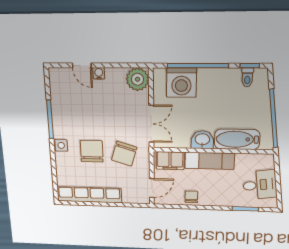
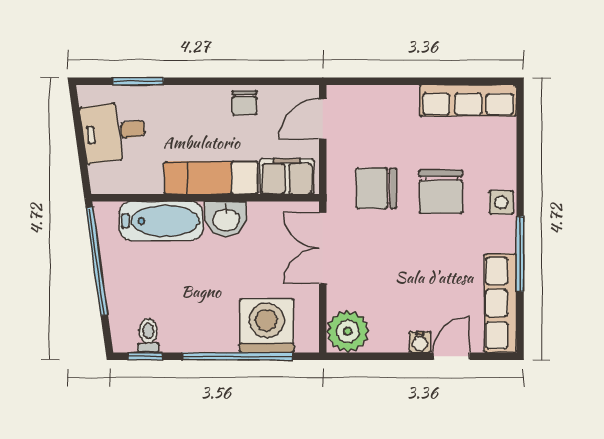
door: (82, 65) -> (451, 356), hinge flipped
row of seats: (58, 94) -> (501, 303), added
chair: (124, 154) -> (376, 188), turned -107
row of seats: (89, 195) -> (468, 100), width x0.73

